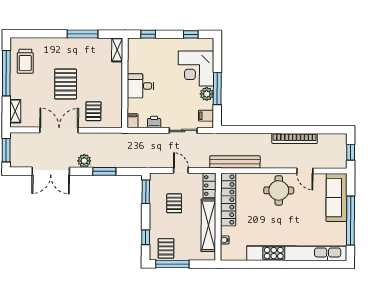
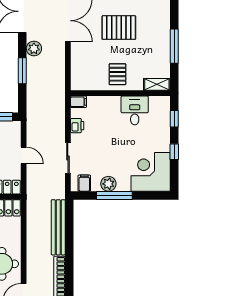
window: (191, 34) -> (174, 152), moved
corner desk: (196, 68) -> (151, 172), moved
desk: (140, 86) -> (135, 110), moved
pallet: (93, 111) -> (117, 74), moved, turned 90
bench: (235, 162) -> (58, 227), moved
door: (181, 170) -> (24, 156), hinge flipped

